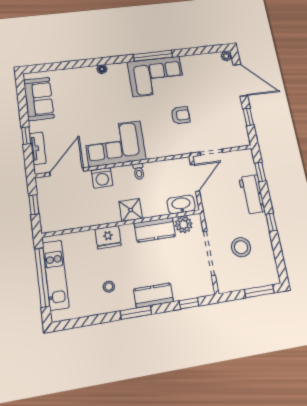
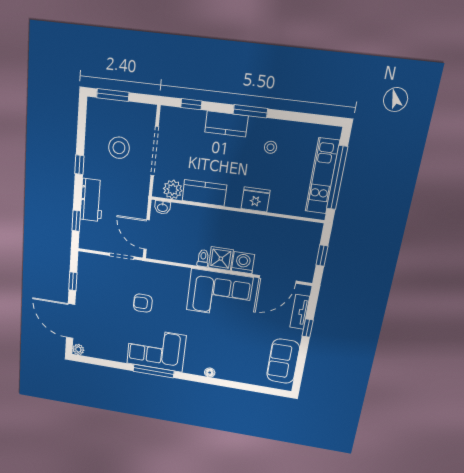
door: (195, 178) -> (147, 235), hinge flipped
washbasin: (181, 204) -> (162, 207), width x0.52, depth x0.69
shower: (131, 210) -> (221, 259), moved

